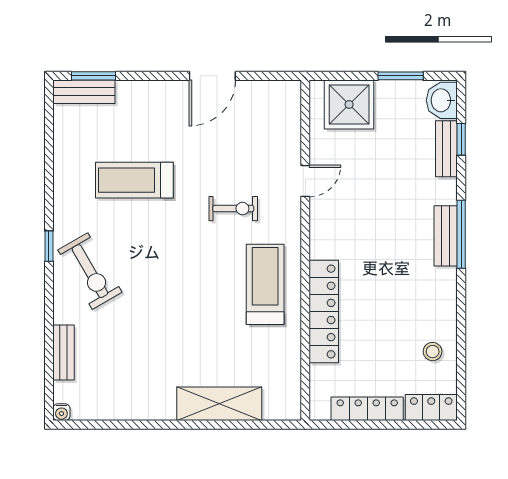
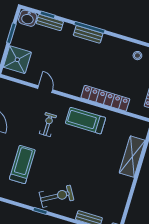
treadmill: (134, 180) -> (22, 165), turned 180

